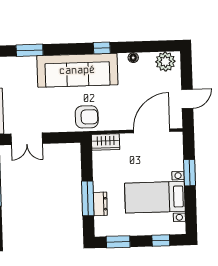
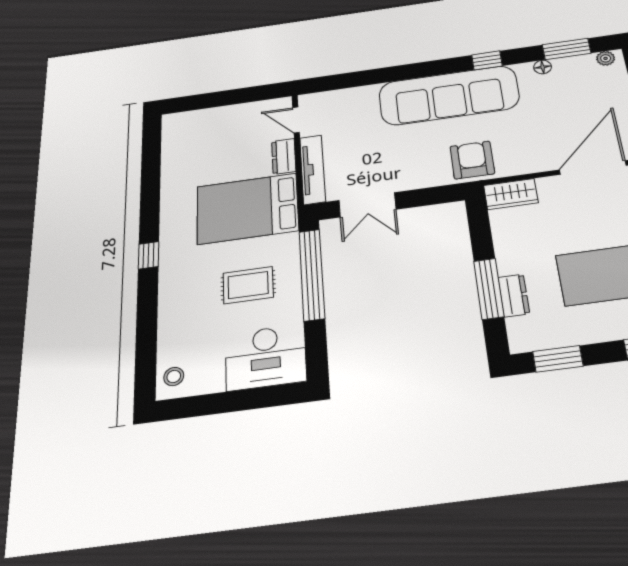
window: (30, 50) -> (567, 49), moved
plant: (165, 62) -> (606, 58), width x0.53, depth x0.53
armchair: (87, 117) -> (472, 160), turned -90

